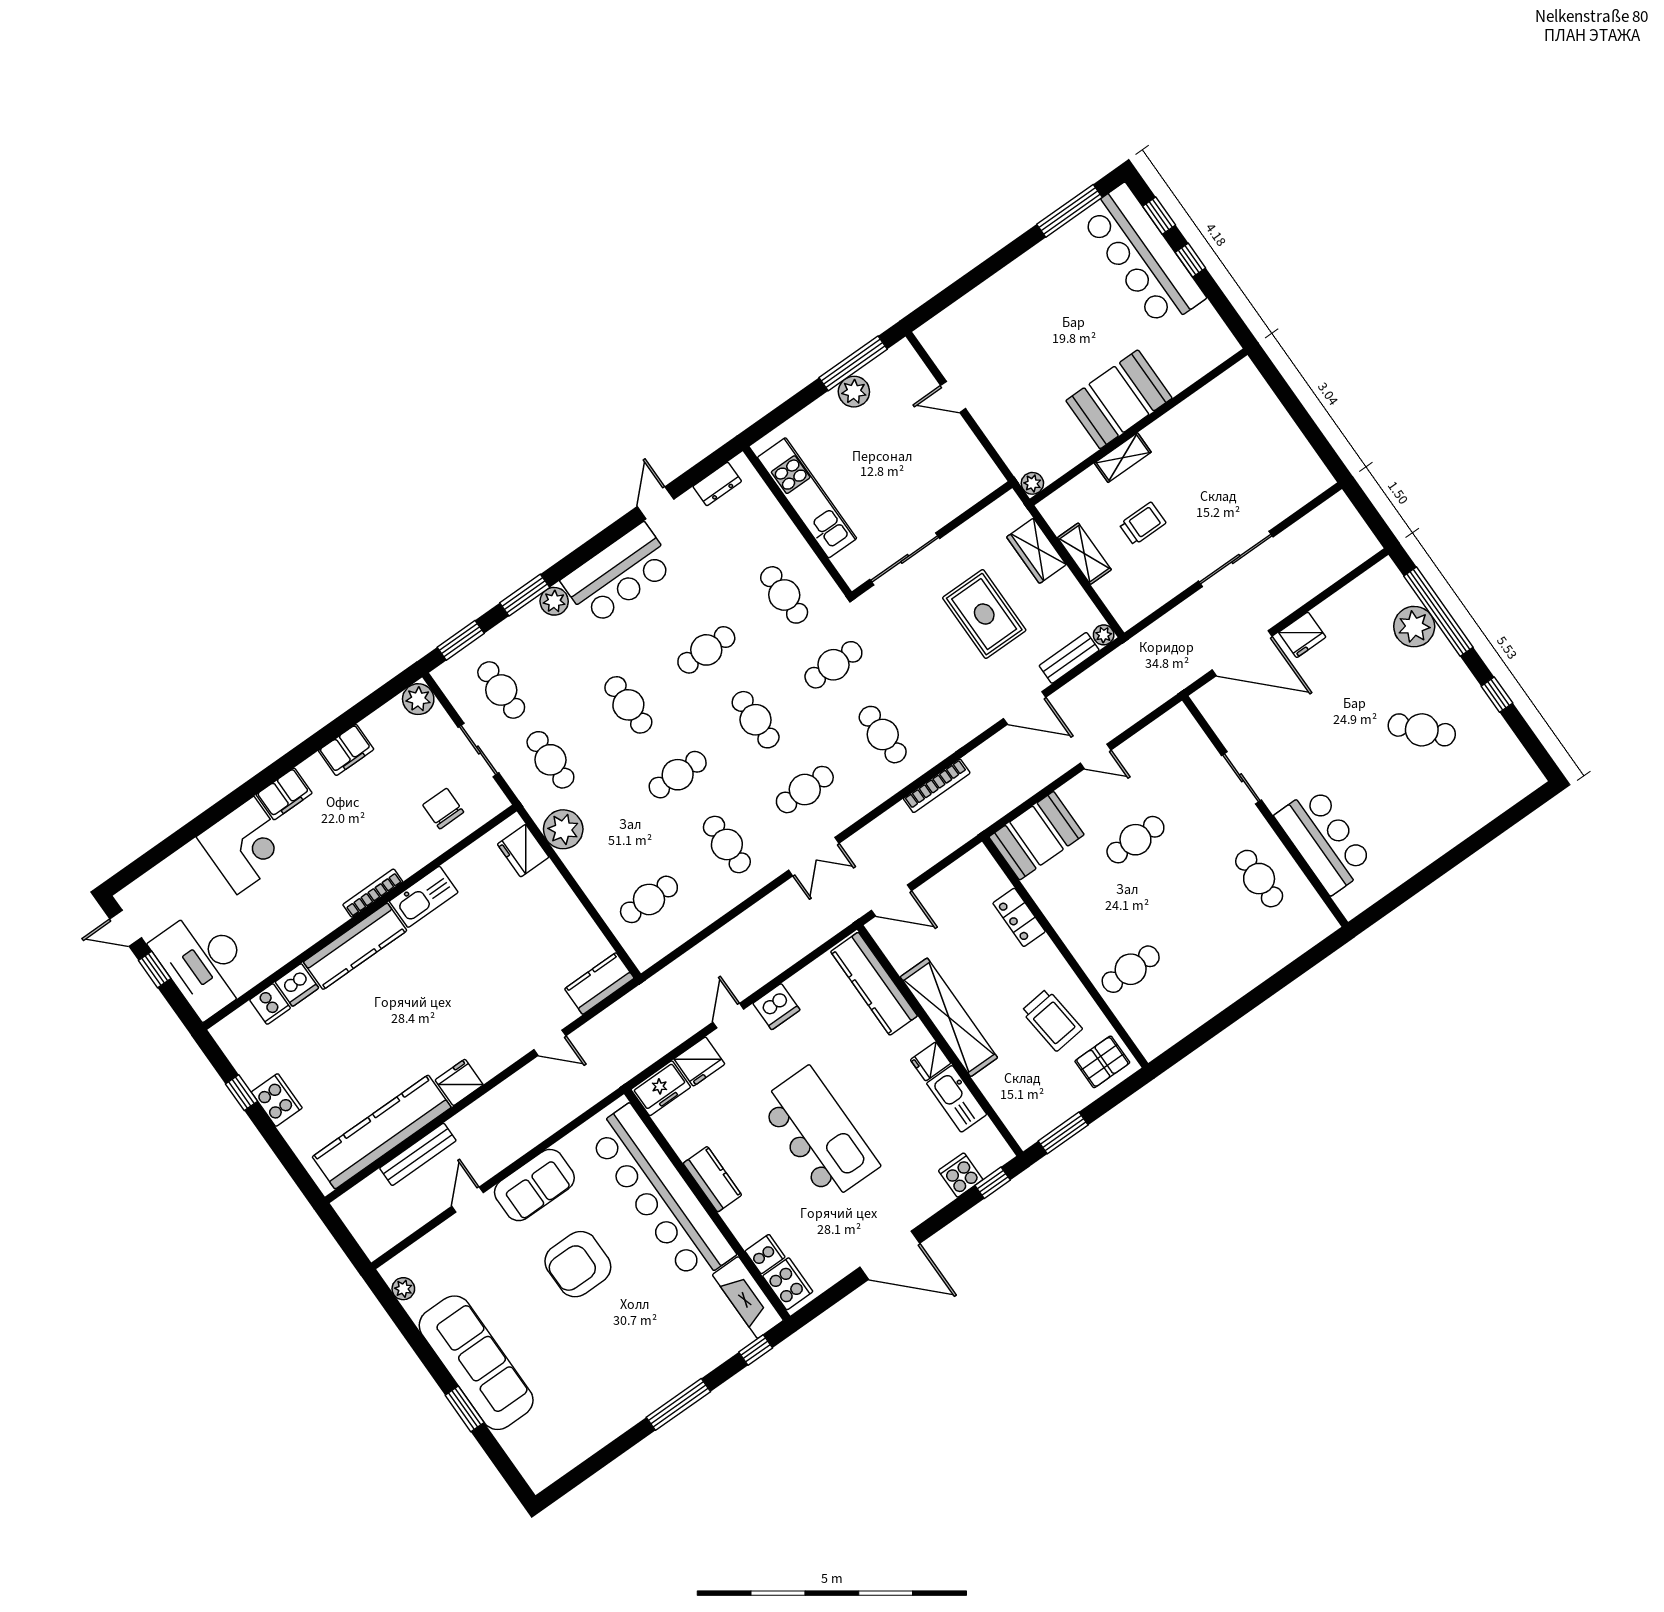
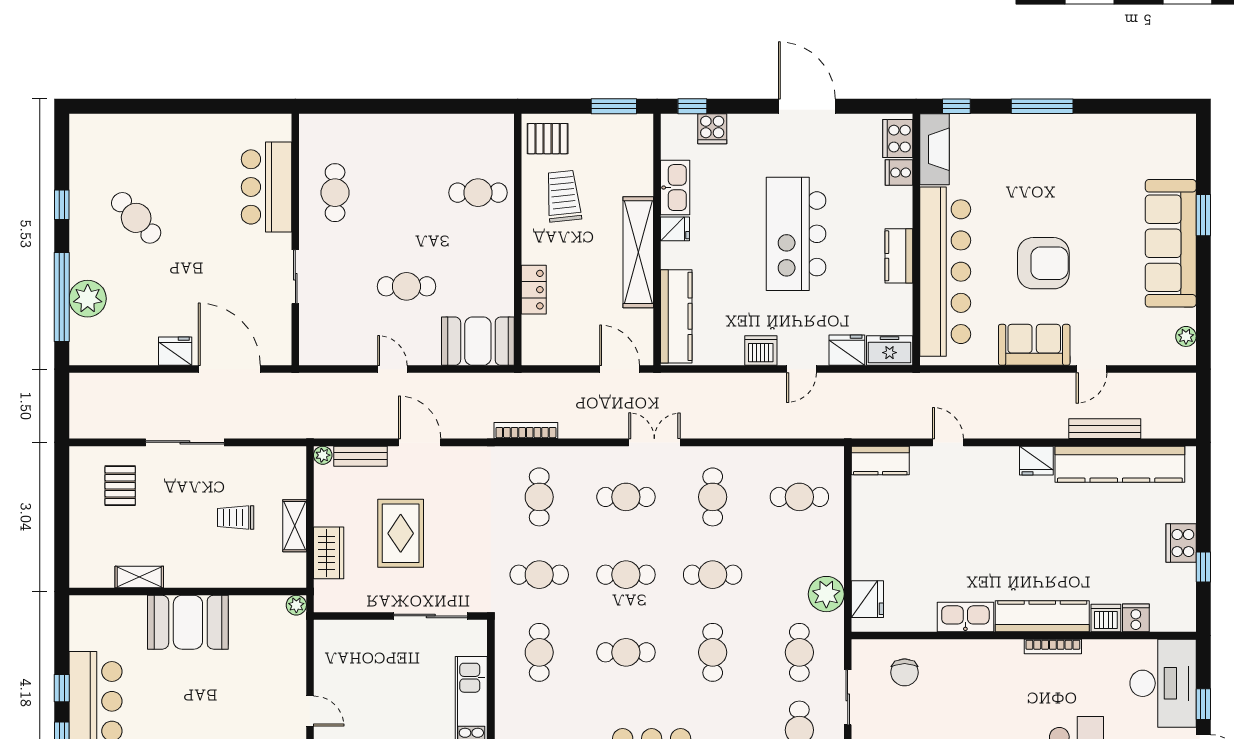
shelving: (1123, 458) -> (139, 577), moved
pallet: (1266, 479) -> (120, 486), added
cafe table: (756, 720) -> (626, 575), turned 90
bookcase: (373, 893) -> (1053, 646), moved

